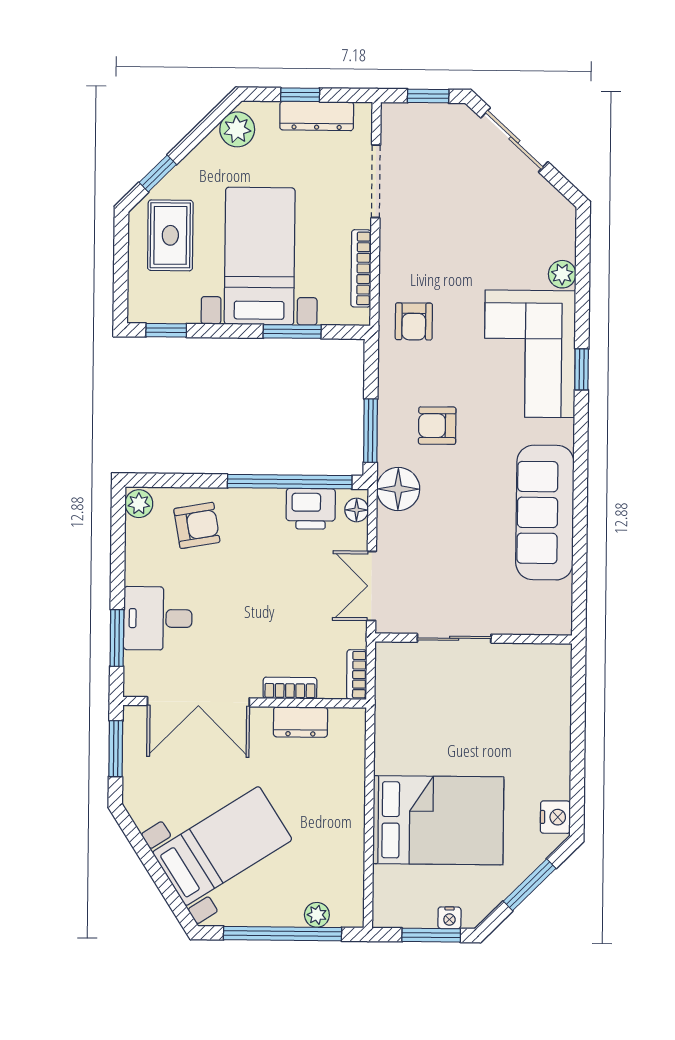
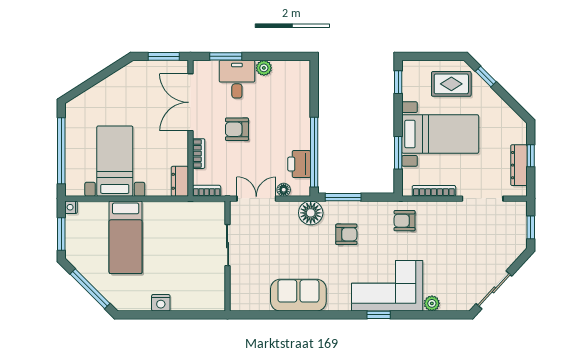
plant: (237, 129) -> (511, 121), removed
sliding door: (514, 140) -> (494, 290), moved
armchair: (437, 426) -> (346, 234), turned 90
plant: (139, 504) -> (264, 68), moved
floor lamp: (357, 510) -> (284, 190), moved
sofa: (545, 513) -> (298, 295), width x0.73
armchair: (197, 525) -> (237, 129), moved, turned 100
dresser: (301, 722) -> (180, 181), moved
nightstand: (555, 817) -> (161, 303), moved
bed: (438, 820) -> (126, 237), width x0.67
bed with nightstands: (222, 846) -> (115, 161), moved, turned -148
window: (530, 885) -> (90, 289), width x1.44
plant: (317, 915) -> (72, 170), removed
nightstand: (449, 918) -> (71, 207), moved

